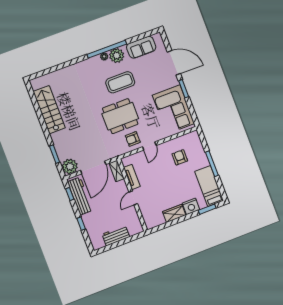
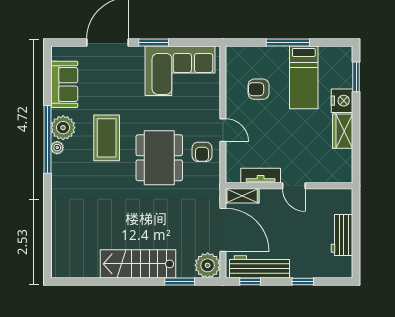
stairs: (49, 110) -> (138, 264), moved
bed: (209, 186) -> (304, 77), moved, turned -90

